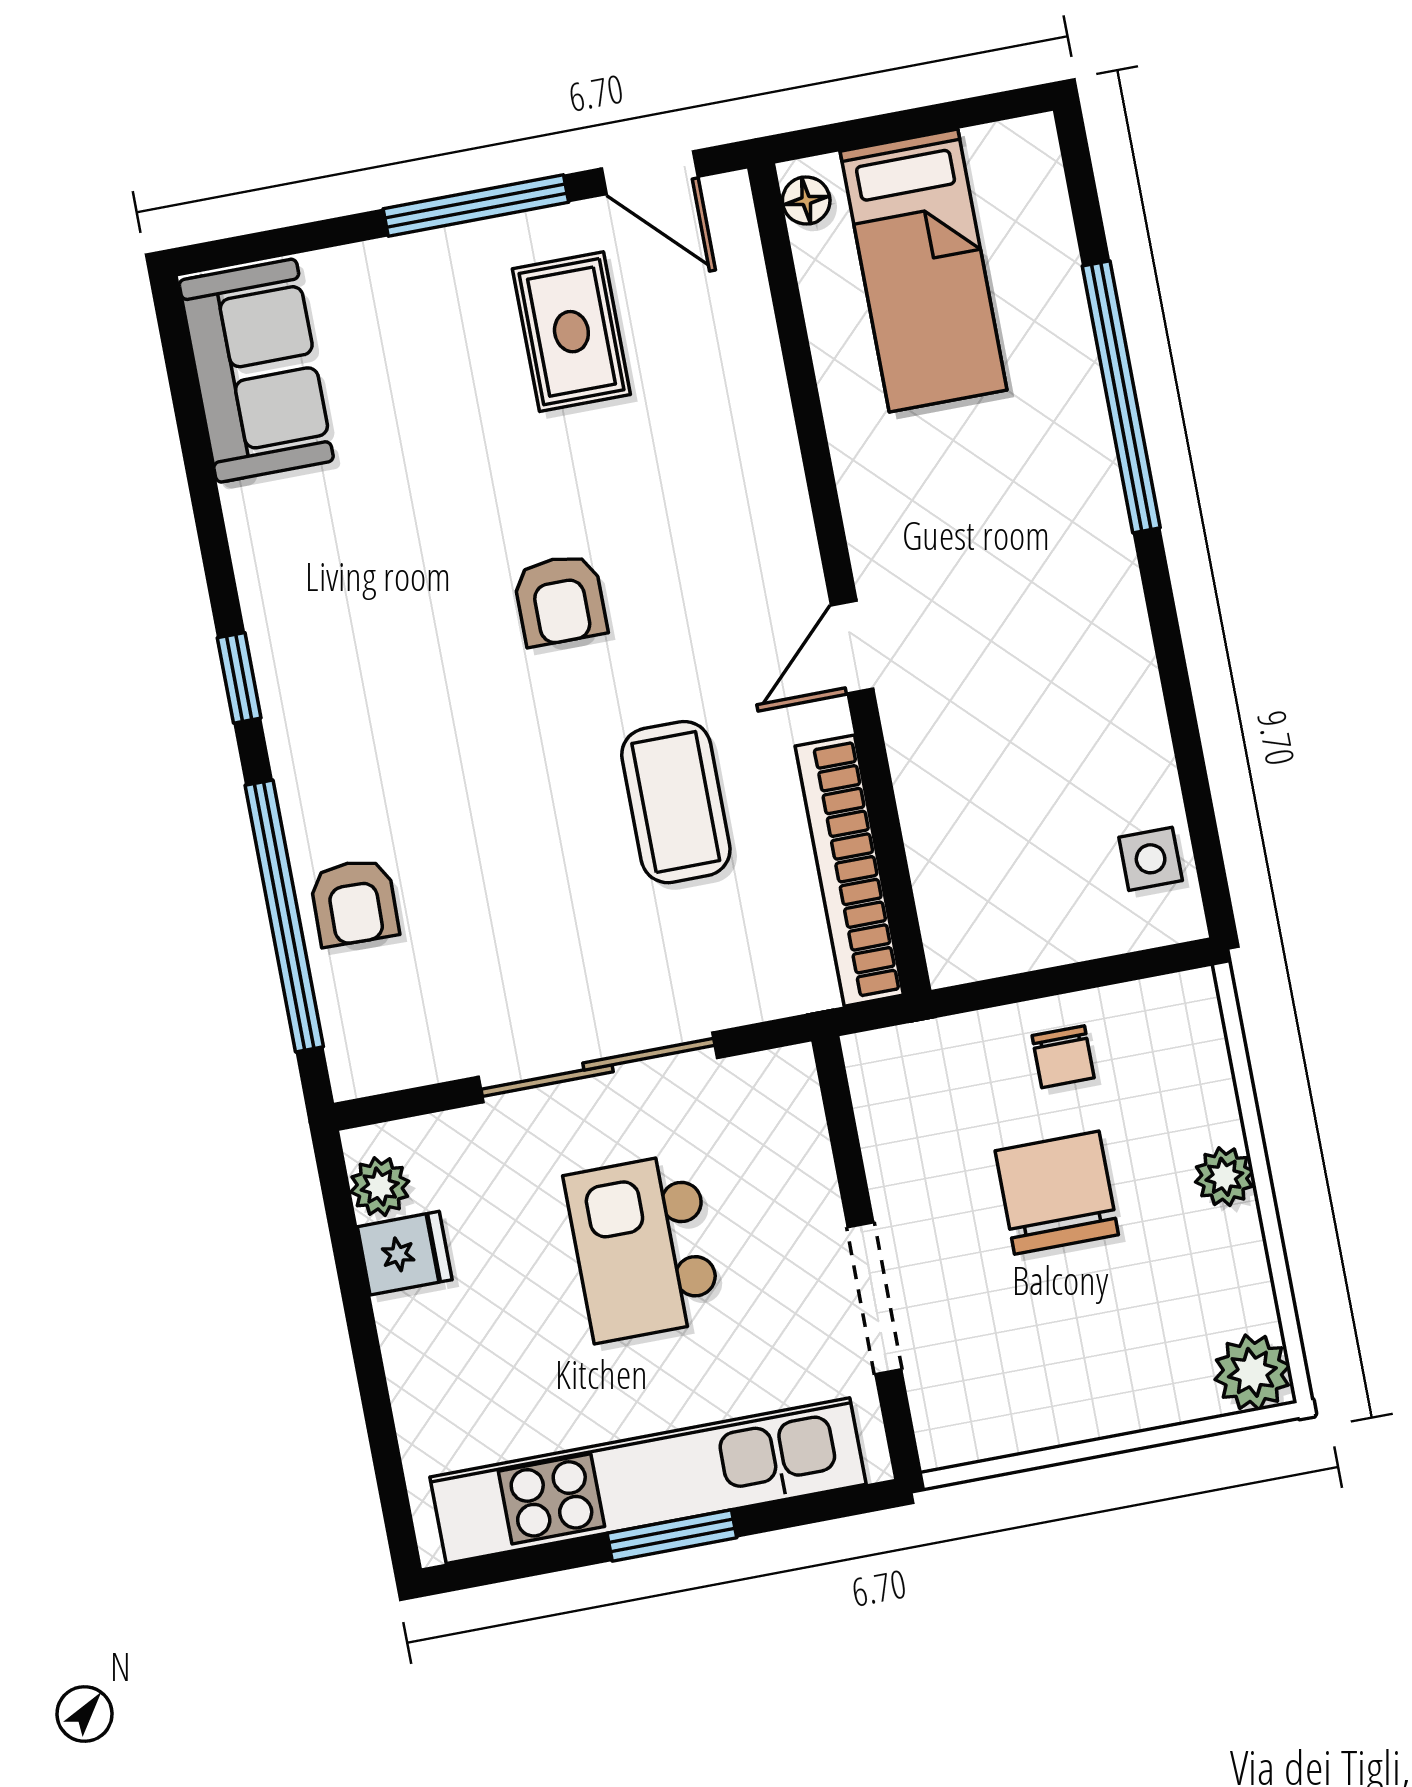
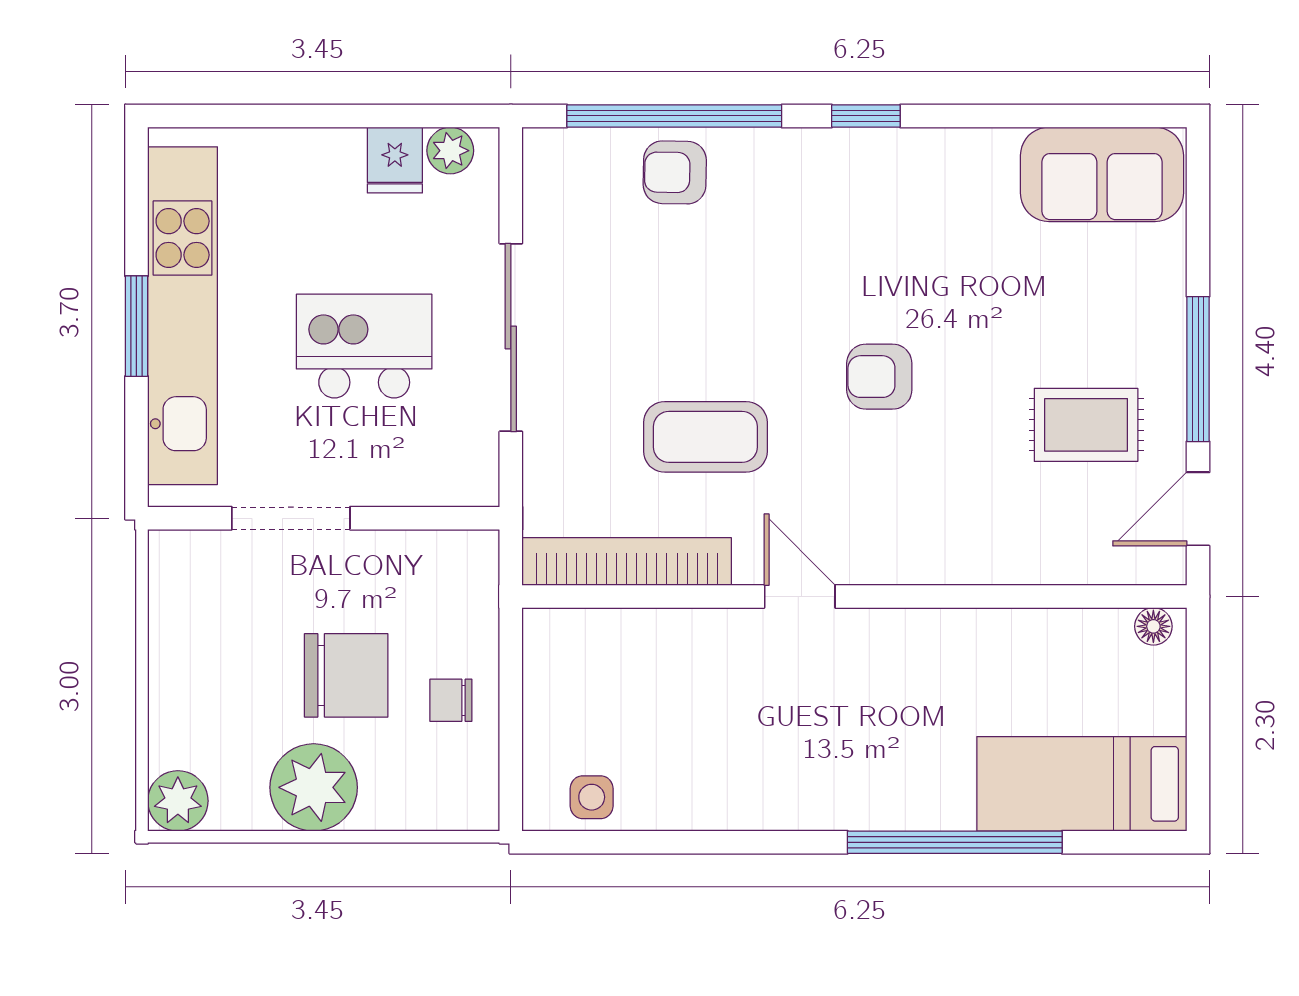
bed: (924, 271) -> (1082, 784), moved
plant: (1224, 1177) -> (314, 787), width x1.87, depth x1.87

